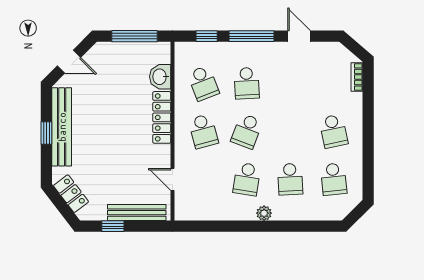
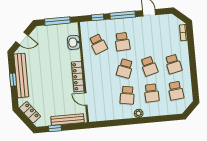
locker: (162, 117) -> (78, 77), moved
school desk: (203, 131) -> (149, 66), moved

